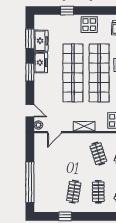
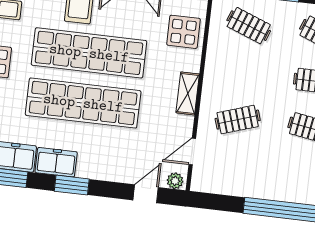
door: (55, 132) -> (192, 151), swing flipped
clothes rail: (98, 154) -> (238, 120), moved

